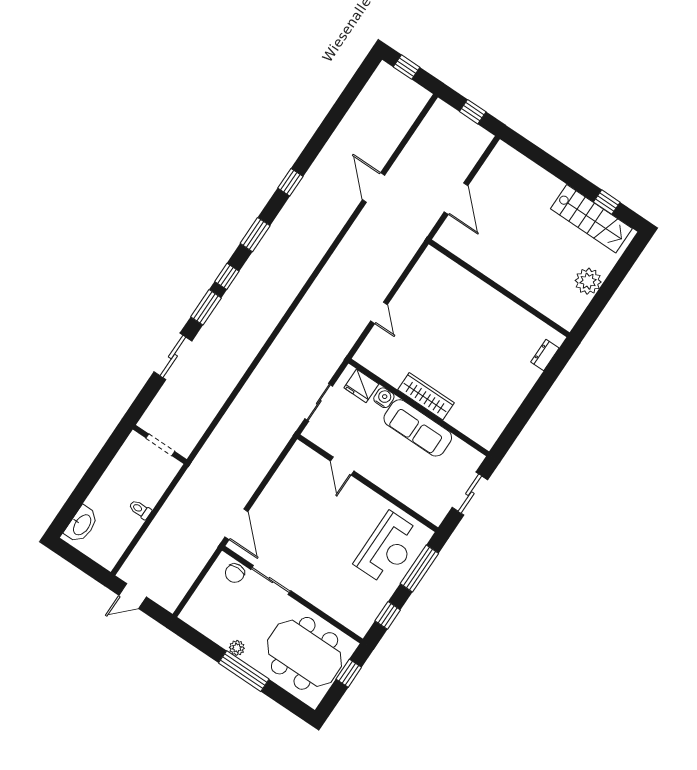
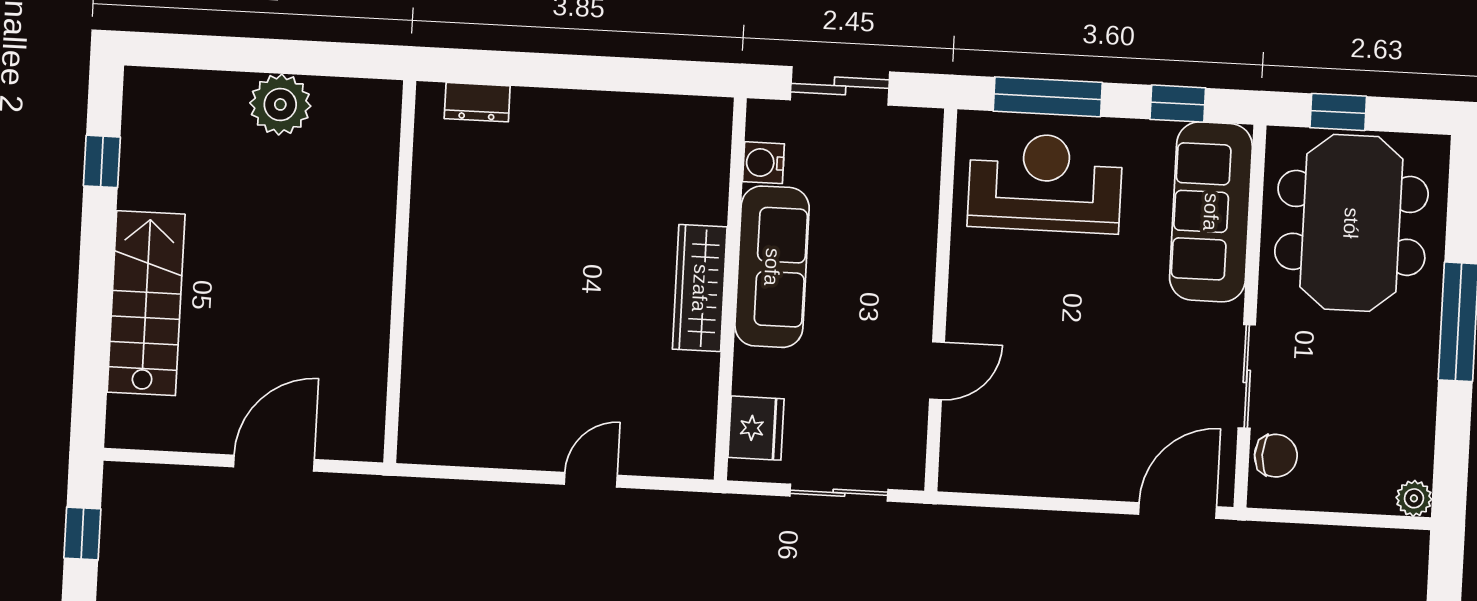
stairs: (591, 219) -> (146, 303), moved
water cooler: (384, 398) -> (763, 163), moved
sofa: (340, 603) -> (1211, 212), added
plant: (237, 648) -> (1414, 498), moved

